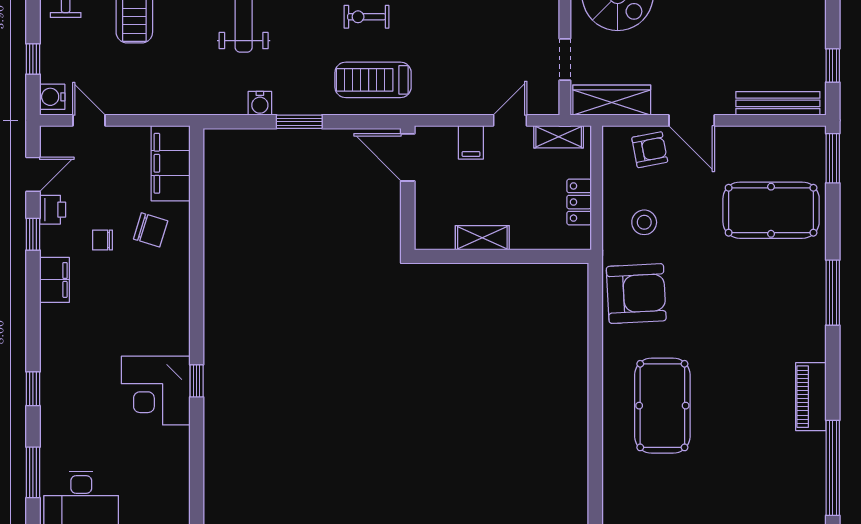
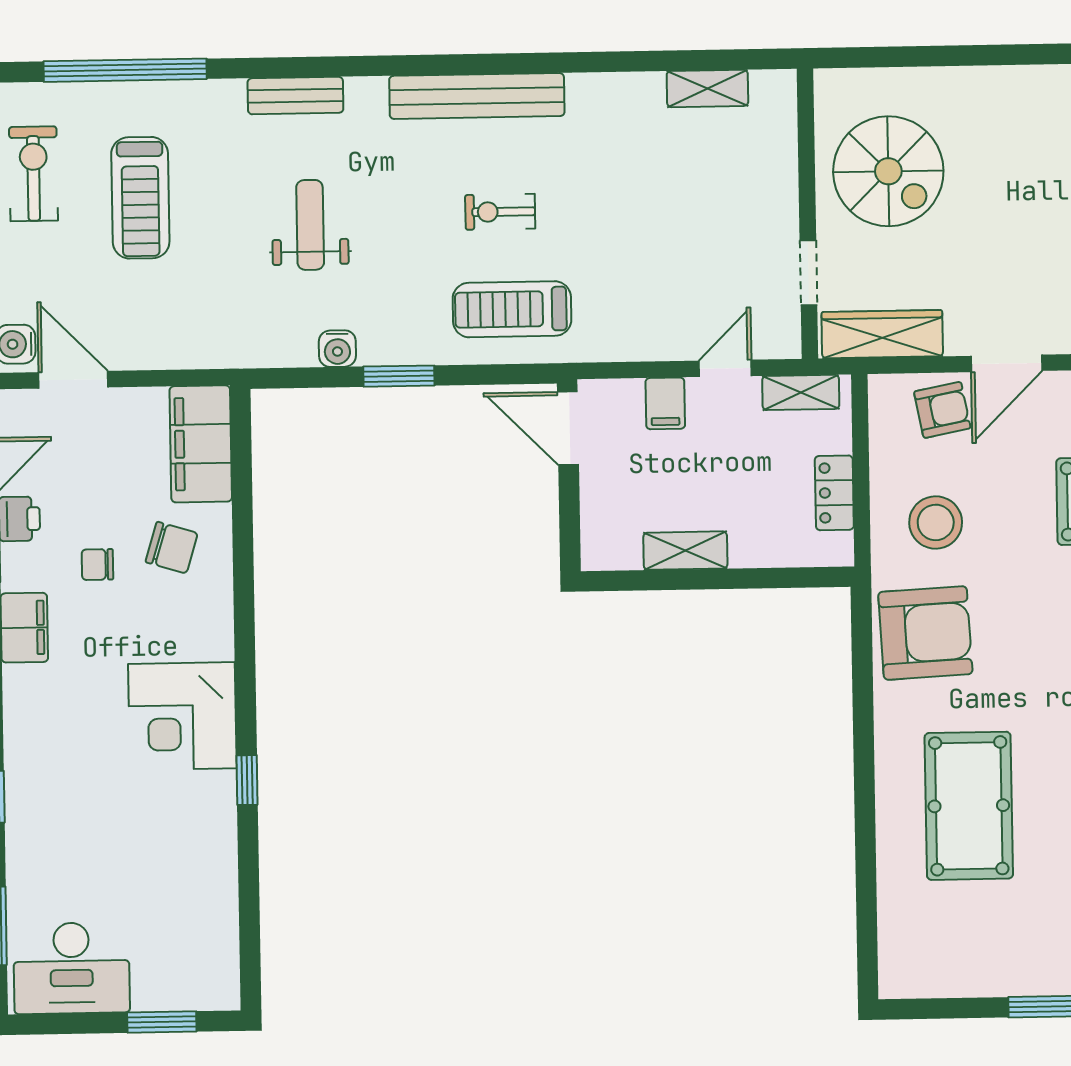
door: (89, 120) -> (73, 380), width x1.38
door: (692, 120) -> (1006, 363), hinge flipped
stool: (644, 222) -> (936, 522), width x1.38, depth x1.38
corner desk: (156, 391) -> (182, 716), moved

